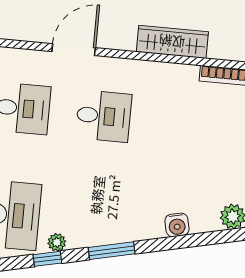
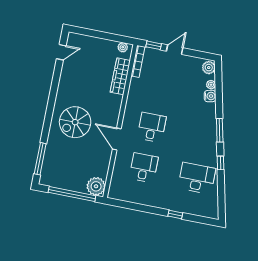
wardrobe: (172, 42) -> (120, 76), moved
plant: (57, 242) -> (211, 85), moved

